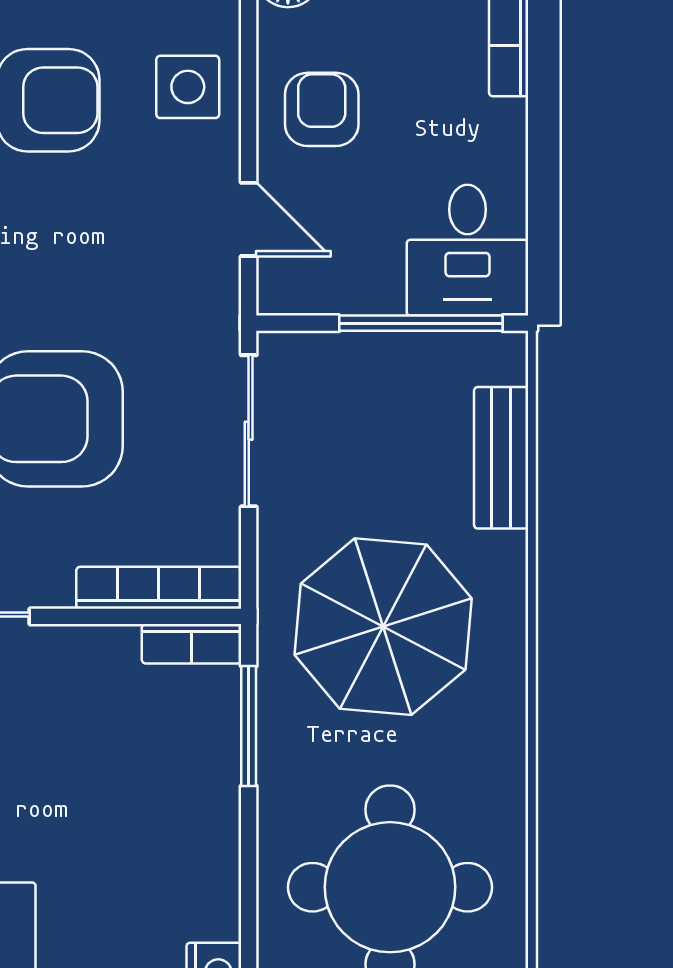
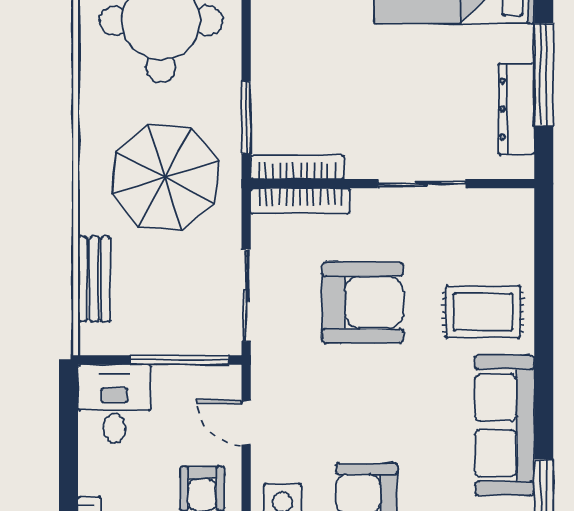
window: (421, 323) -> (180, 360), moved
bookcase: (192, 644) -> (297, 167), width x1.56

